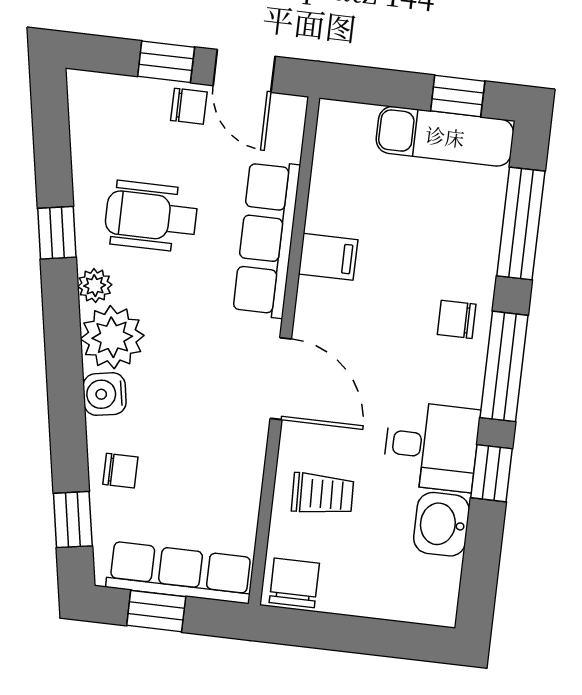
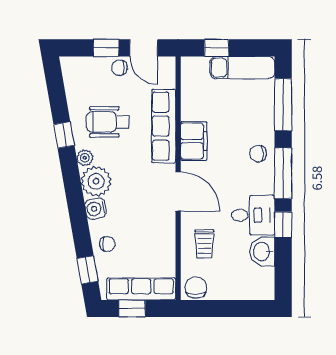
window: (458, 96) -> (216, 48), moved
chair: (189, 106) -> (119, 68), turned 180
filing cabinet: (328, 257) -> (194, 141), width x2.00
trolley: (323, 494) -> (204, 244), turned 92

